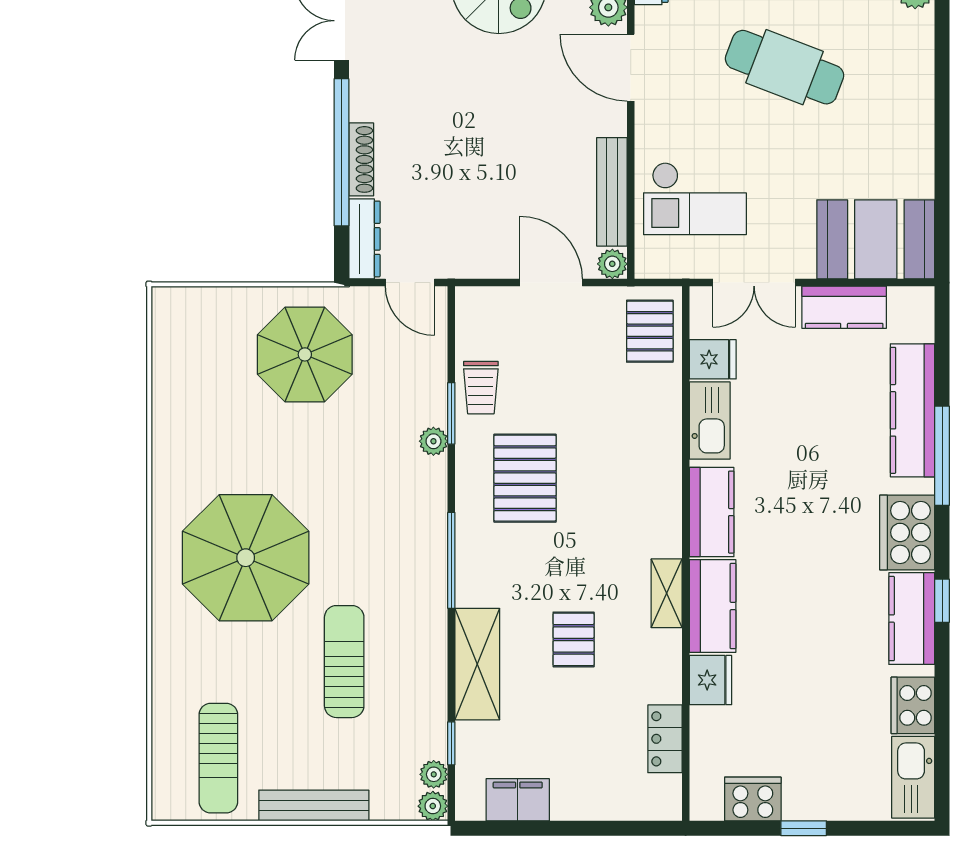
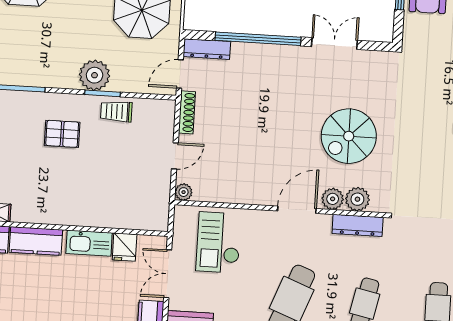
shoe rack: (361, 159) -> (187, 112), moved, turned -90
bench: (612, 192) -> (225, 194), removed
door: (551, 283) -> (175, 156), width x0.73
pallet: (650, 331) -> (143, 212), removed
plant: (433, 441) -> (95, 75), width x1.88, depth x1.88
pallet: (525, 478) -> (62, 134), width x0.67, depth x0.71

